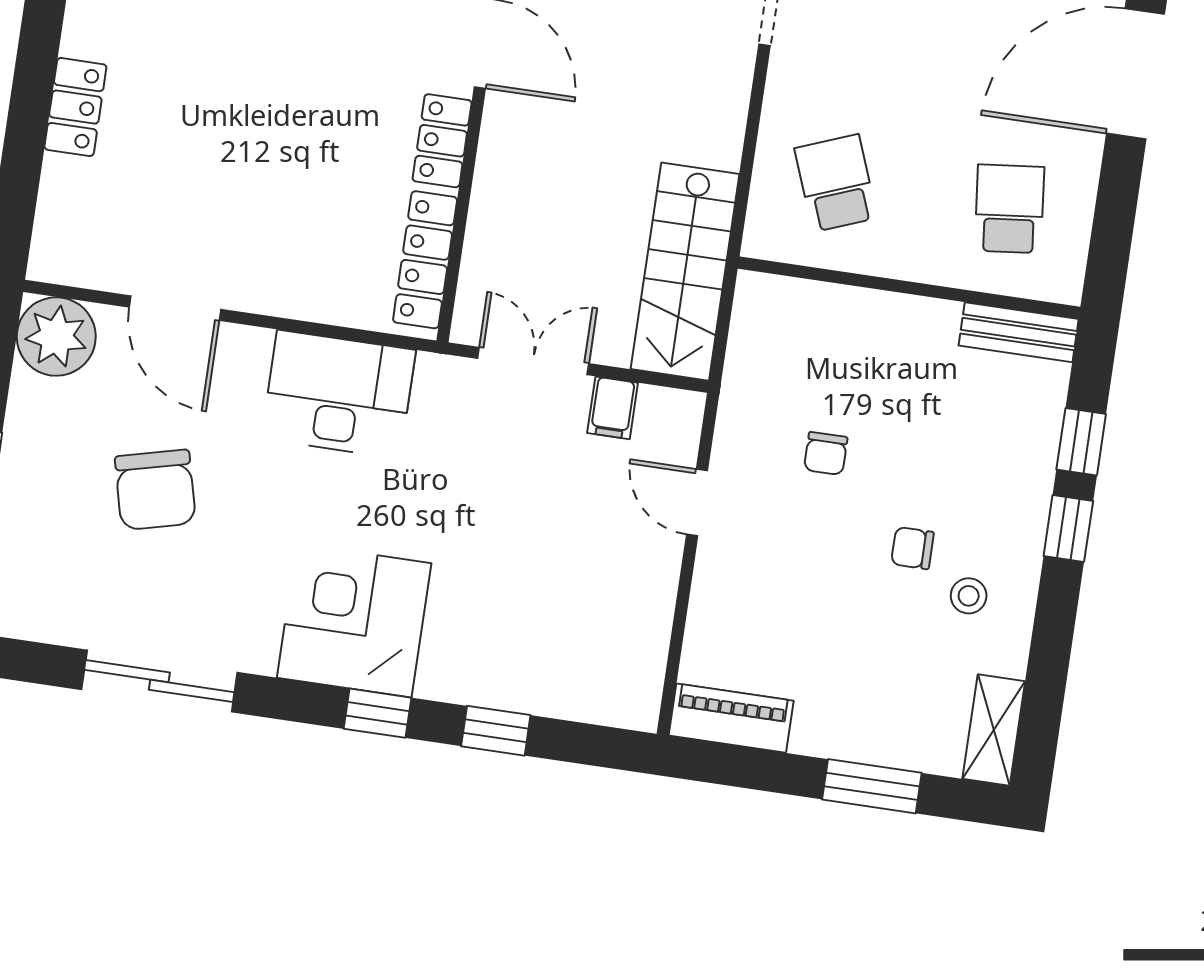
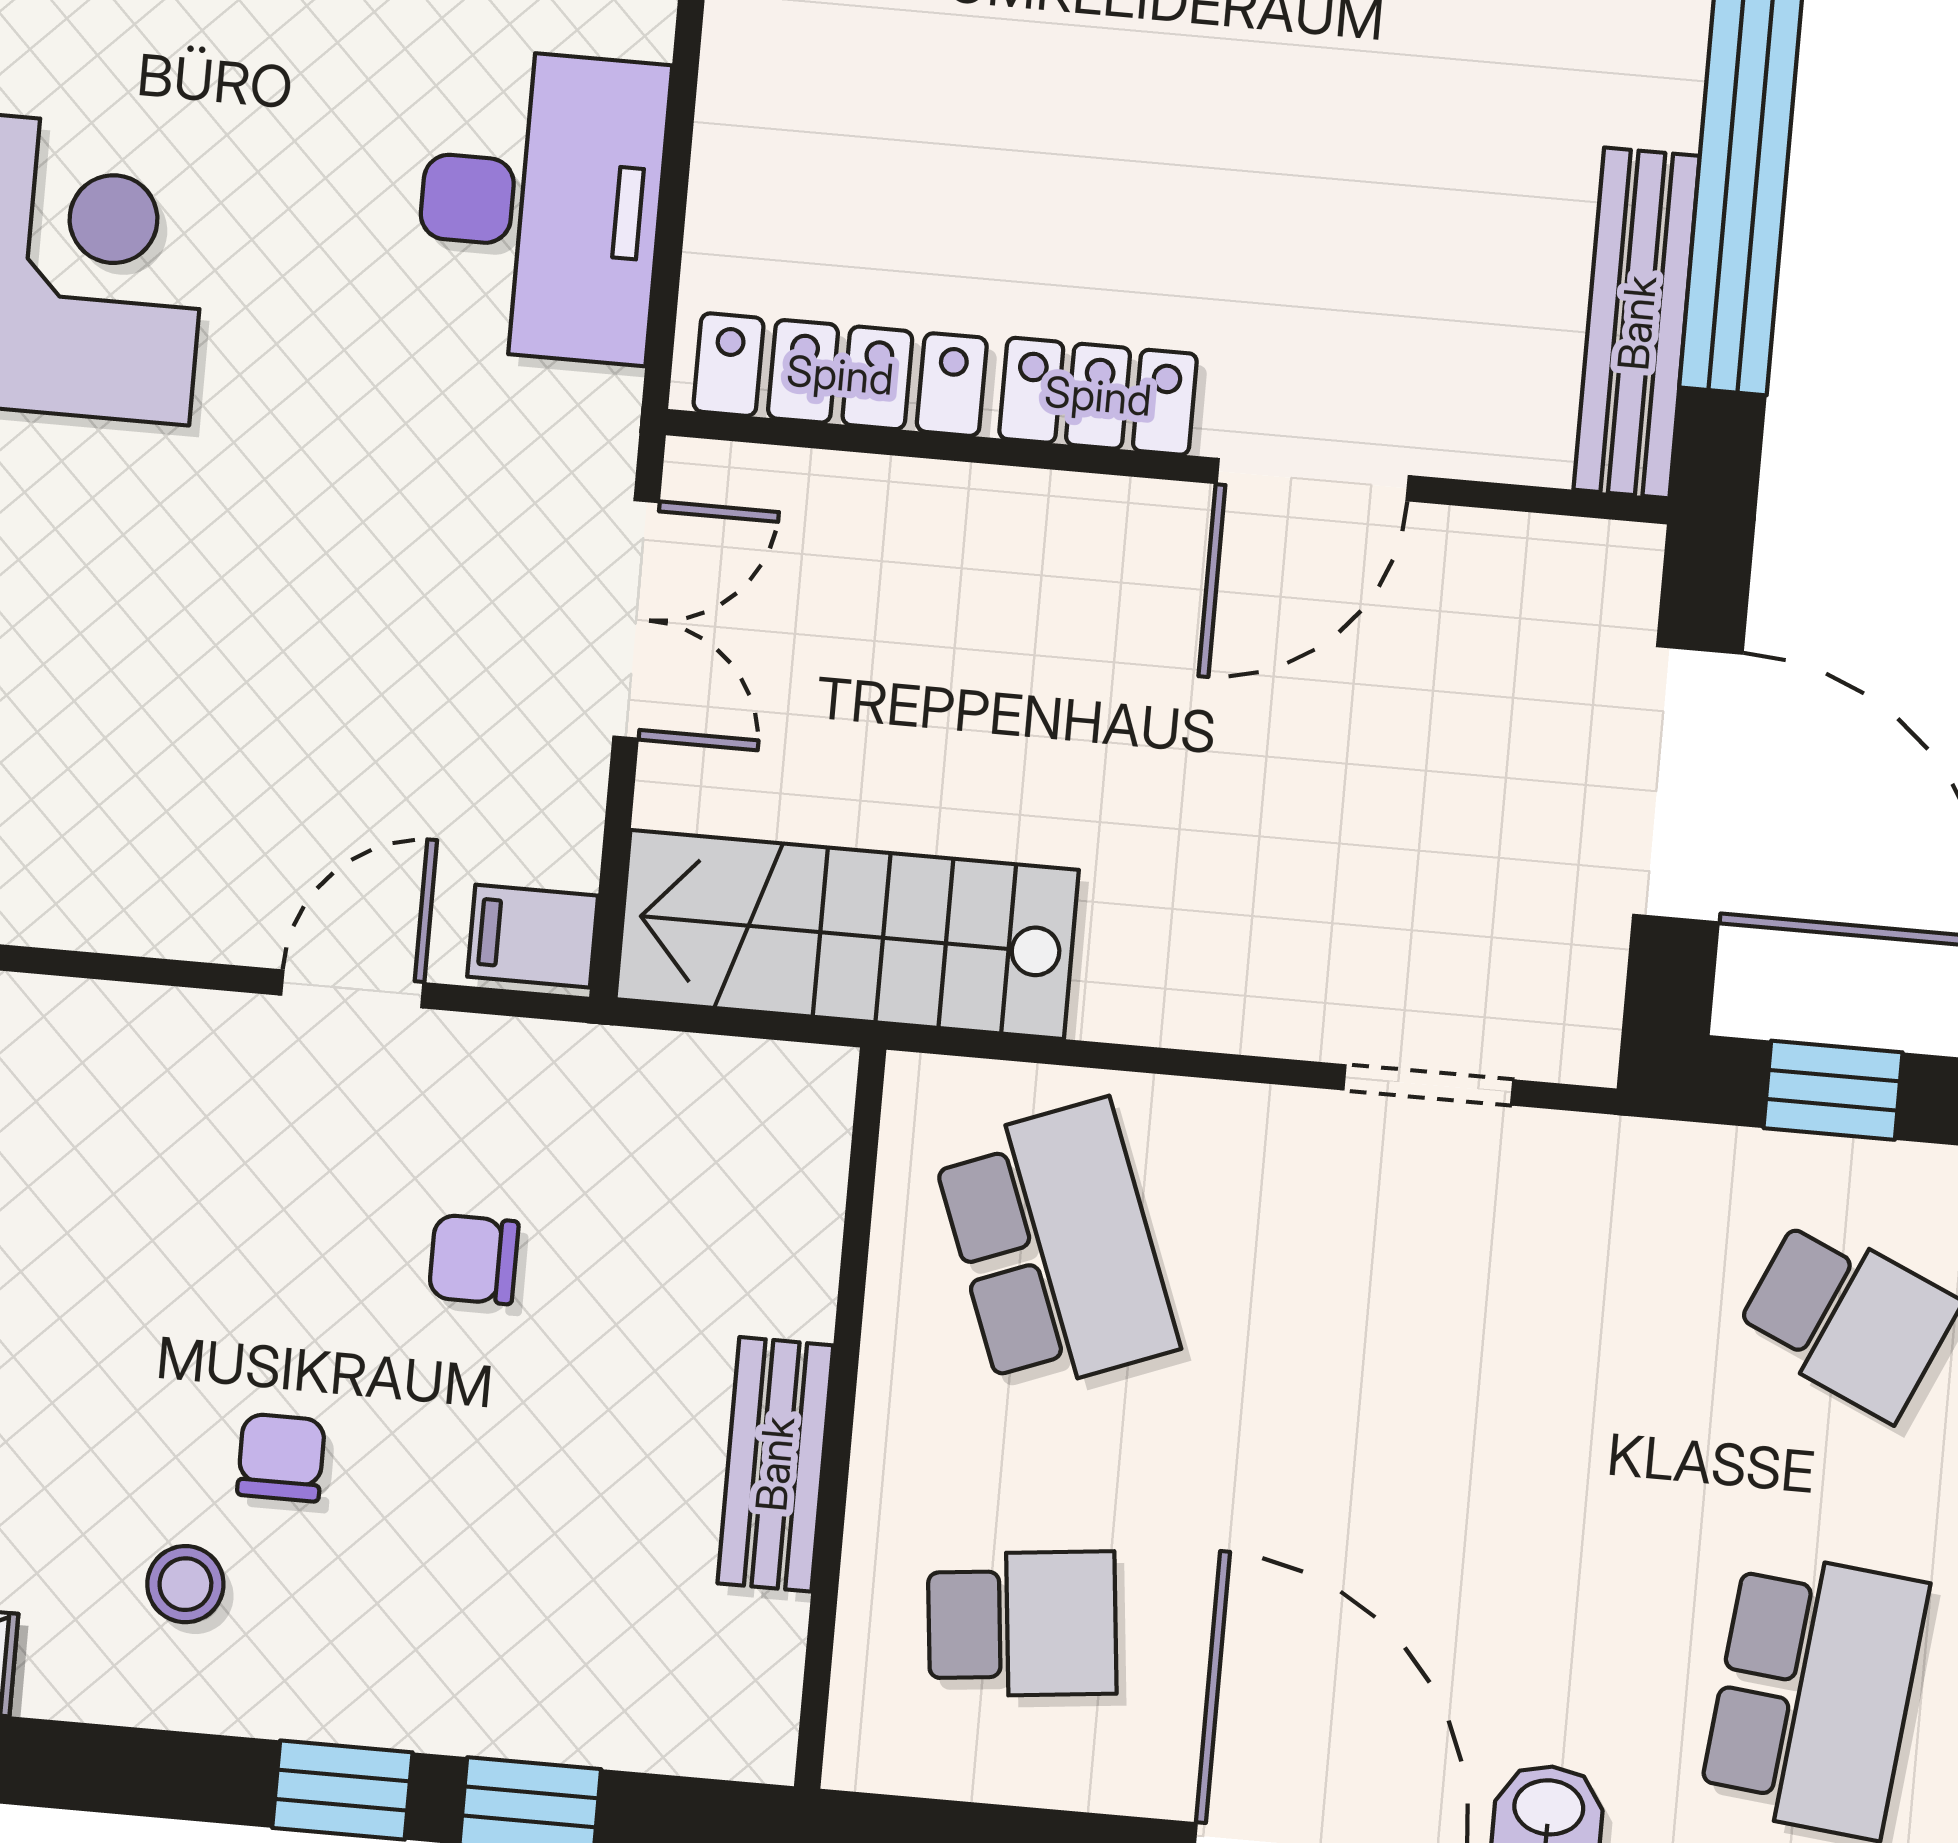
school desk: (836, 183) -> (1056, 1248), width x1.85
bench: (1019, 332) -> (775, 1464), moved
filing cabinet: (613, 408) -> (533, 936), moved

